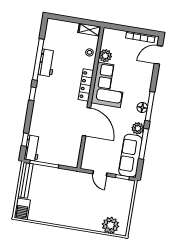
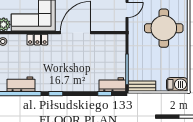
locker: (86, 85) -> (37, 40), width x0.66
bench: (25, 180) -> (142, 86), width x0.73
round table: (77, 205) -> (164, 28), added

